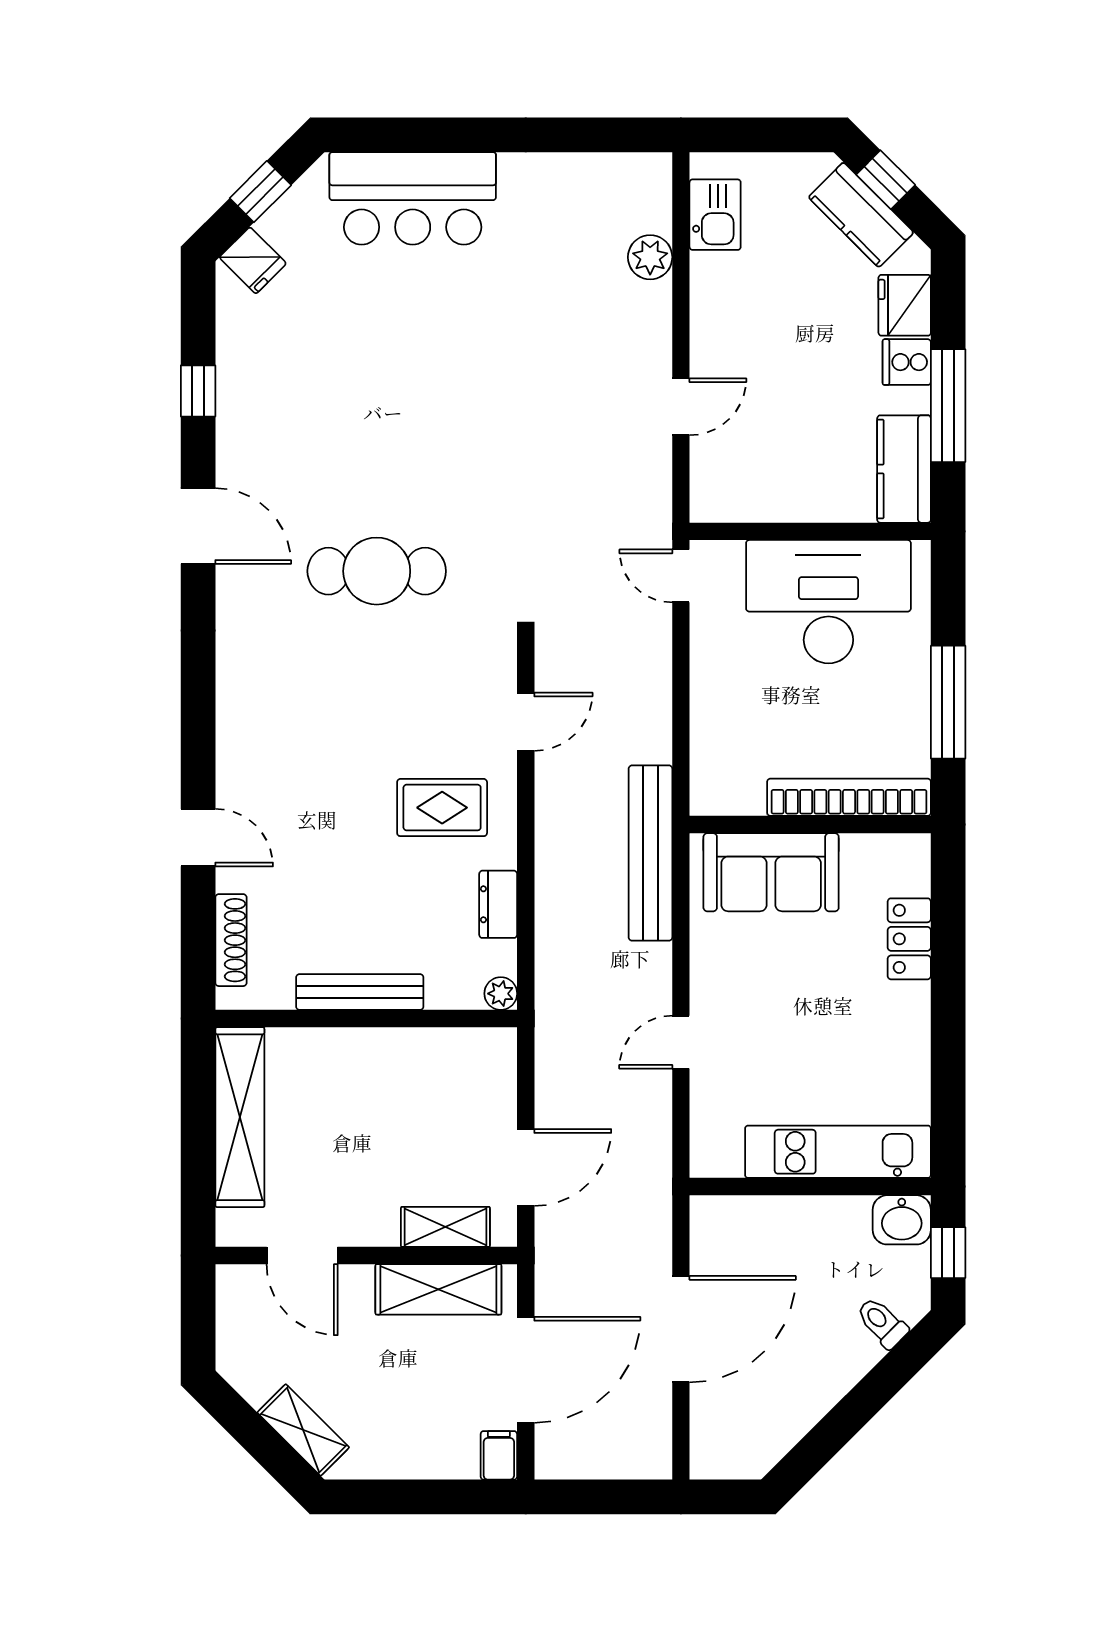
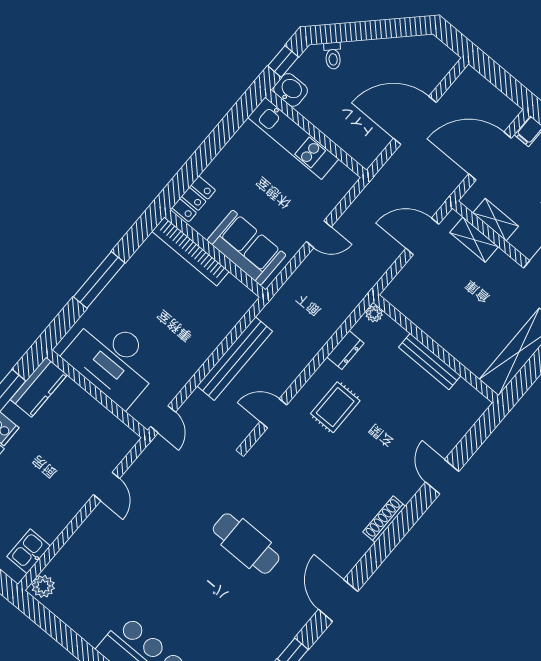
plant: (650, 257) -> (43, 586), moved
door: (681, 407) -> (106, 486), swing flipped
cafe table: (377, 571) -> (246, 544), moved
bookcase: (849, 797) -> (190, 251), moved
rug: (442, 808) -> (335, 407), turned 90
wall: (810, 824) -> (215, 253), moved
bench: (650, 853) -> (235, 359), moved
sofa: (771, 872) -> (246, 248), moved
shoe rack: (231, 940) -> (384, 519), moved
shelving: (438, 1289) -> (496, 220), width x0.67, depth x0.75

